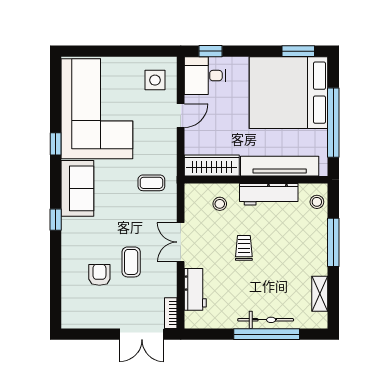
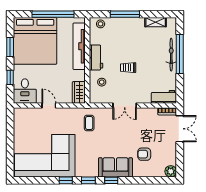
window: (210, 51) -> (10, 77), moved
window: (298, 51) -> (10, 47), moved
side table: (155, 80) -> (28, 121), removed
wardrobe: (212, 165) -> (79, 92), width x0.67
window: (56, 182) -> (88, 180), added
sofa: (77, 188) -> (115, 167), moved
workbench: (269, 194) -> (96, 57), width x0.73
coffee table: (131, 262) -> (137, 135), removed
workbench: (195, 289) -> (164, 97), moved
plant: (71, 319) -> (171, 171), added

